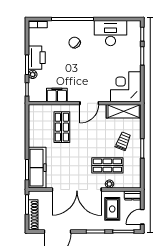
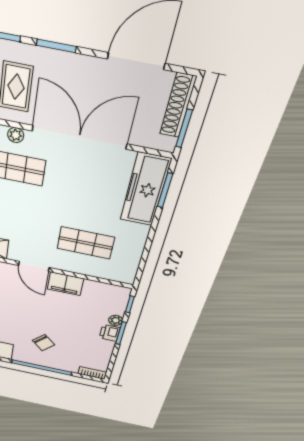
printer: (37, 58) -> (110, 333), width x0.53, depth x0.68
filing cabinet: (57, 95) -> (65, 284), moved
door: (89, 103) -> (34, 266), swing flipped
shop shelf: (62, 127) -> (86, 243), turned 90

